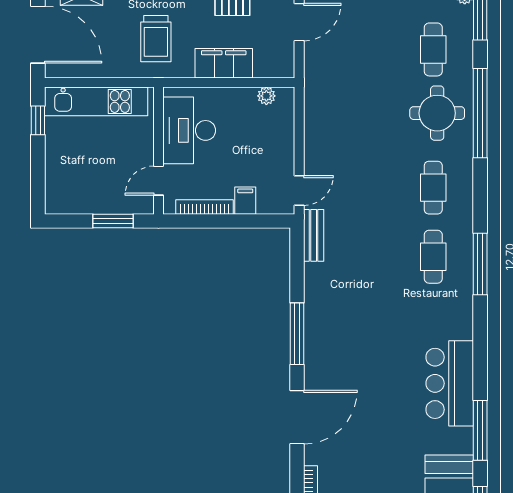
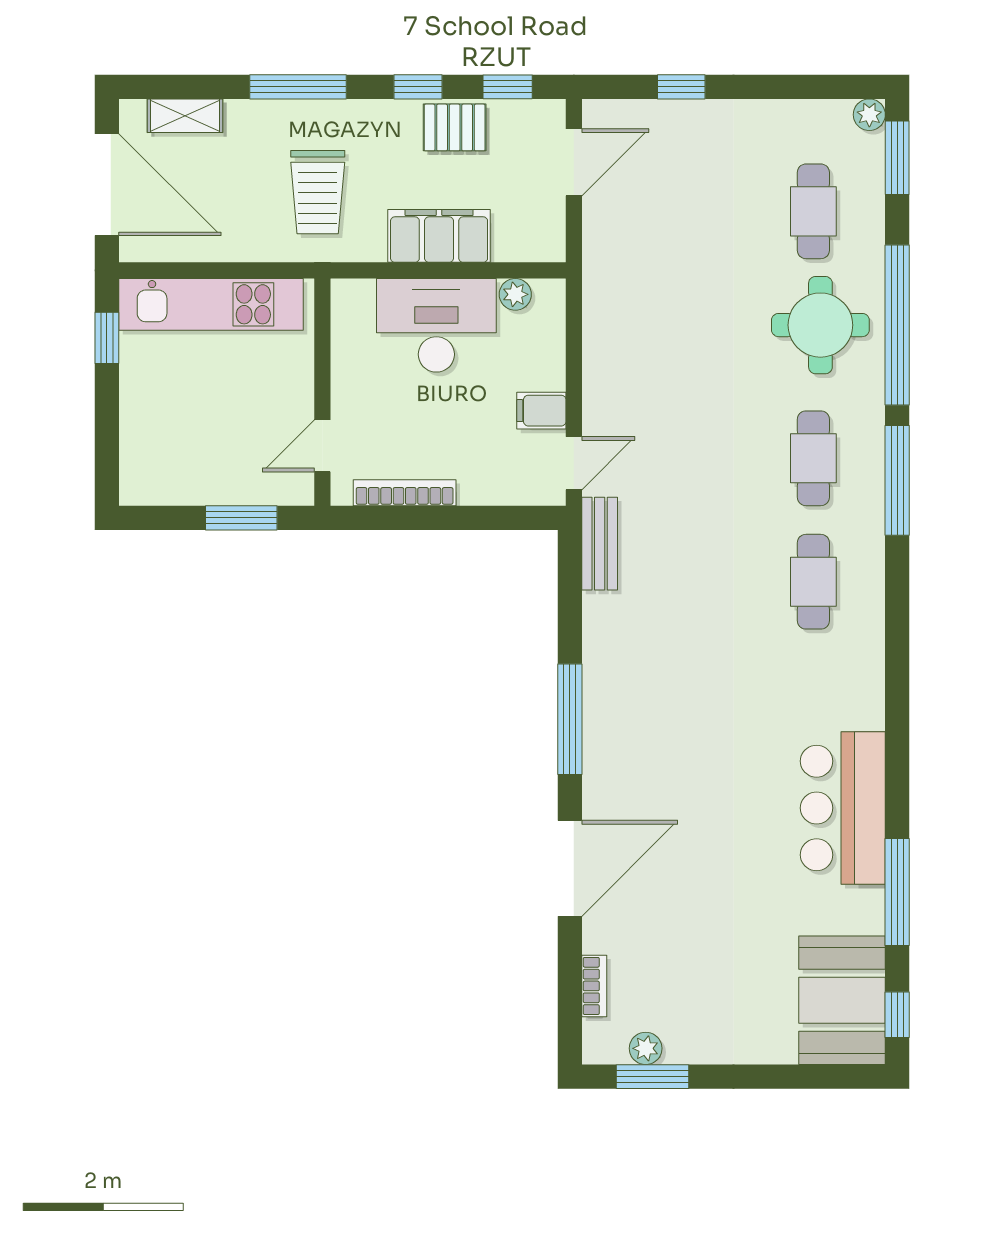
desk: (189, 130) -> (436, 325), moved, turned 90
filing cabinet: (245, 201) -> (541, 411), moved, turned -90
window: (480, 264) -> (897, 480), moved

